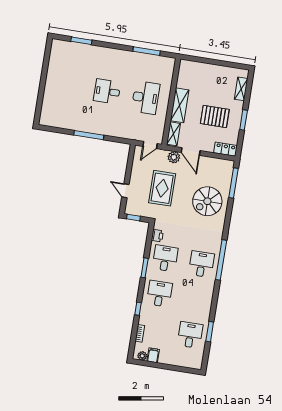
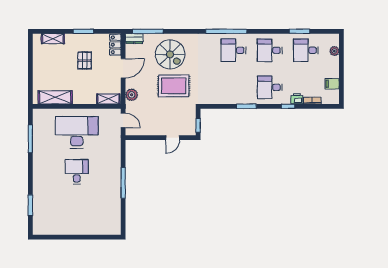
desk: (107, 91) -> (77, 172), turned 180
desk: (146, 98) -> (77, 132), width x1.36, depth x1.30
shelving: (180, 105) -> (55, 97), moved
pallet: (215, 116) -> (85, 60), width x0.67, depth x0.71
door: (191, 151) -> (123, 68), moved
dresser: (228, 169) -> (134, 39), added
rug: (162, 188) -> (174, 86), moved
printer: (157, 236) -> (297, 99), moved
desk: (165, 258) -> (270, 50), moved
plant: (142, 356) -> (334, 51), moved

